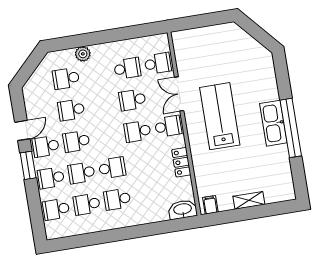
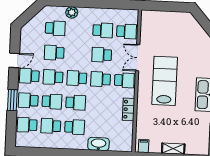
school desk: (66, 78) -> (55, 28), turned 180
school desk: (107, 136) -> (77, 78), added
window: (28, 165) -> (12, 100), moved
school desk: (82, 173) -> (52, 102), turned 180
school desk: (117, 199) -> (75, 127), turned 180
washbasin: (183, 209) -> (99, 144), moved

